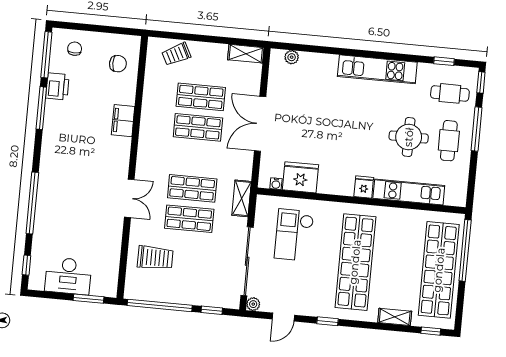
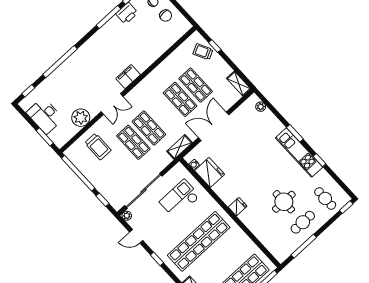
window: (184, 37) -> (215, 46), added
window: (354, 53) -> (295, 133), added
window: (444, 61) -> (320, 160), moved
chair: (118, 64) -> (166, 16), moved
filing cabinet: (123, 121) -> (128, 77), moved
window: (476, 129) -> (304, 246), moved
kitchen unit: (409, 192) -> (259, 230), removed
shelving: (242, 198) -> (179, 147), moved
plant: (109, 243) -> (81, 118), added

